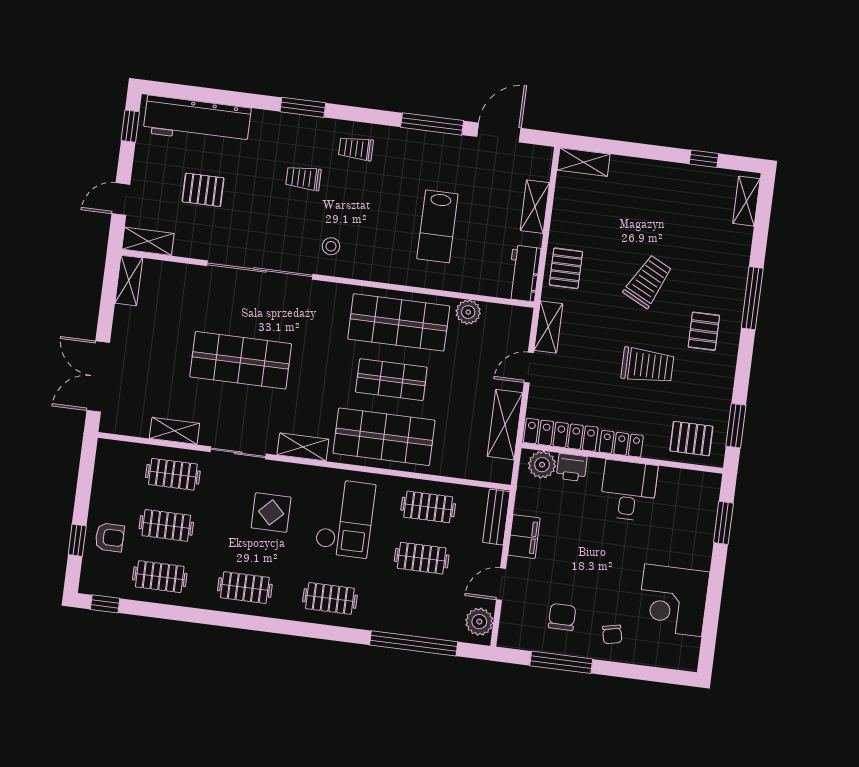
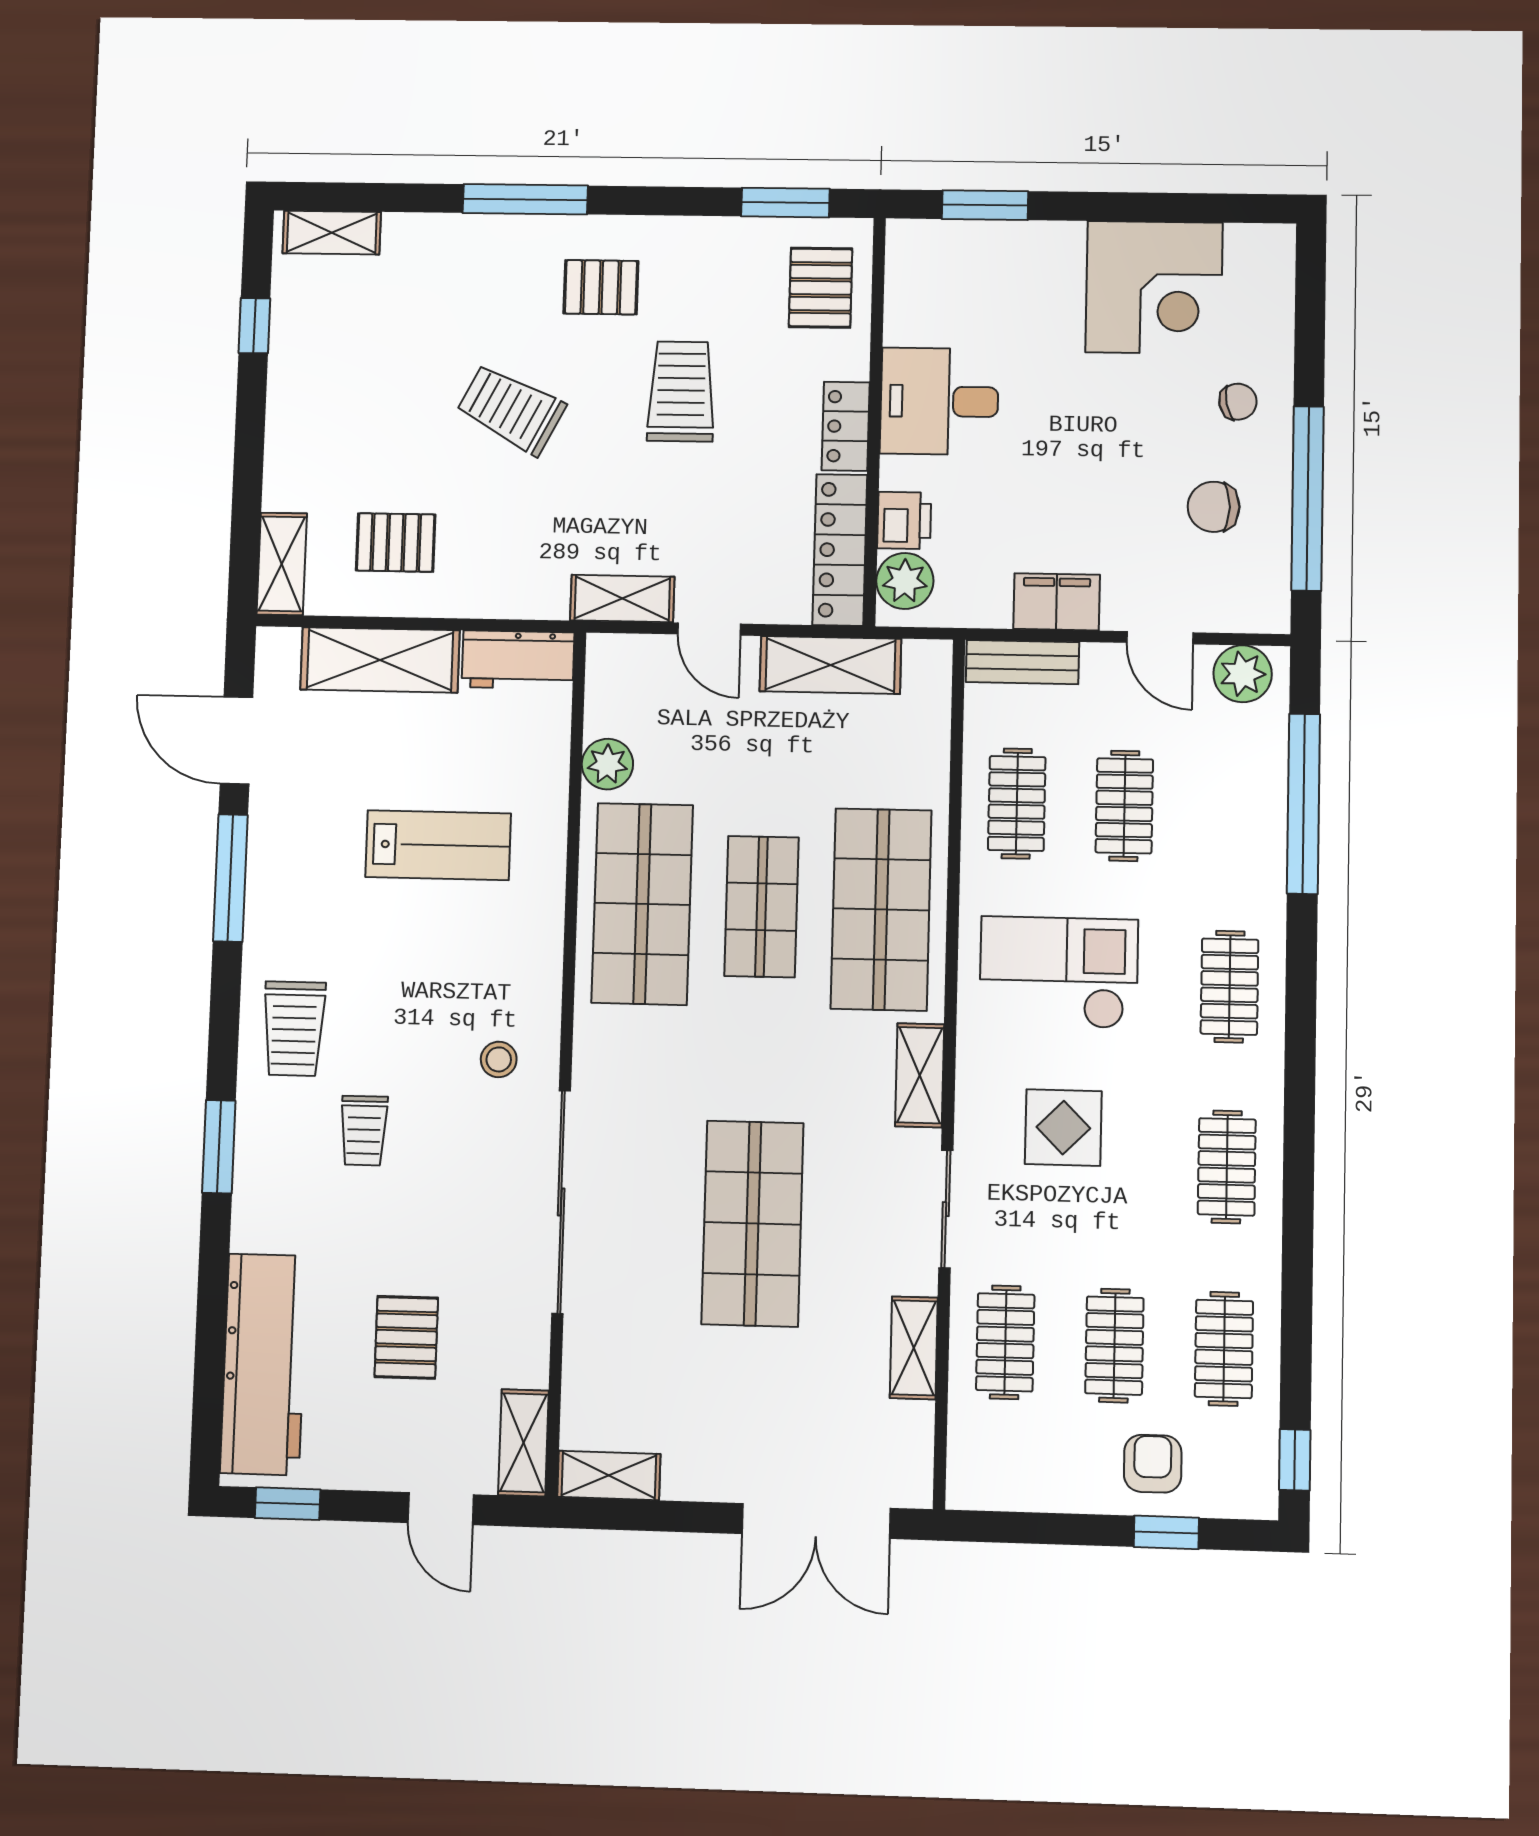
trolley: (356, 149) -> (294, 1029), width x1.36, depth x1.39
shelving: (535, 207) -> (380, 660), width x1.50, depth x1.33
pallet: (566, 268) -> (396, 542), moved
window: (561, 662) -> (1308, 498), width x1.46

